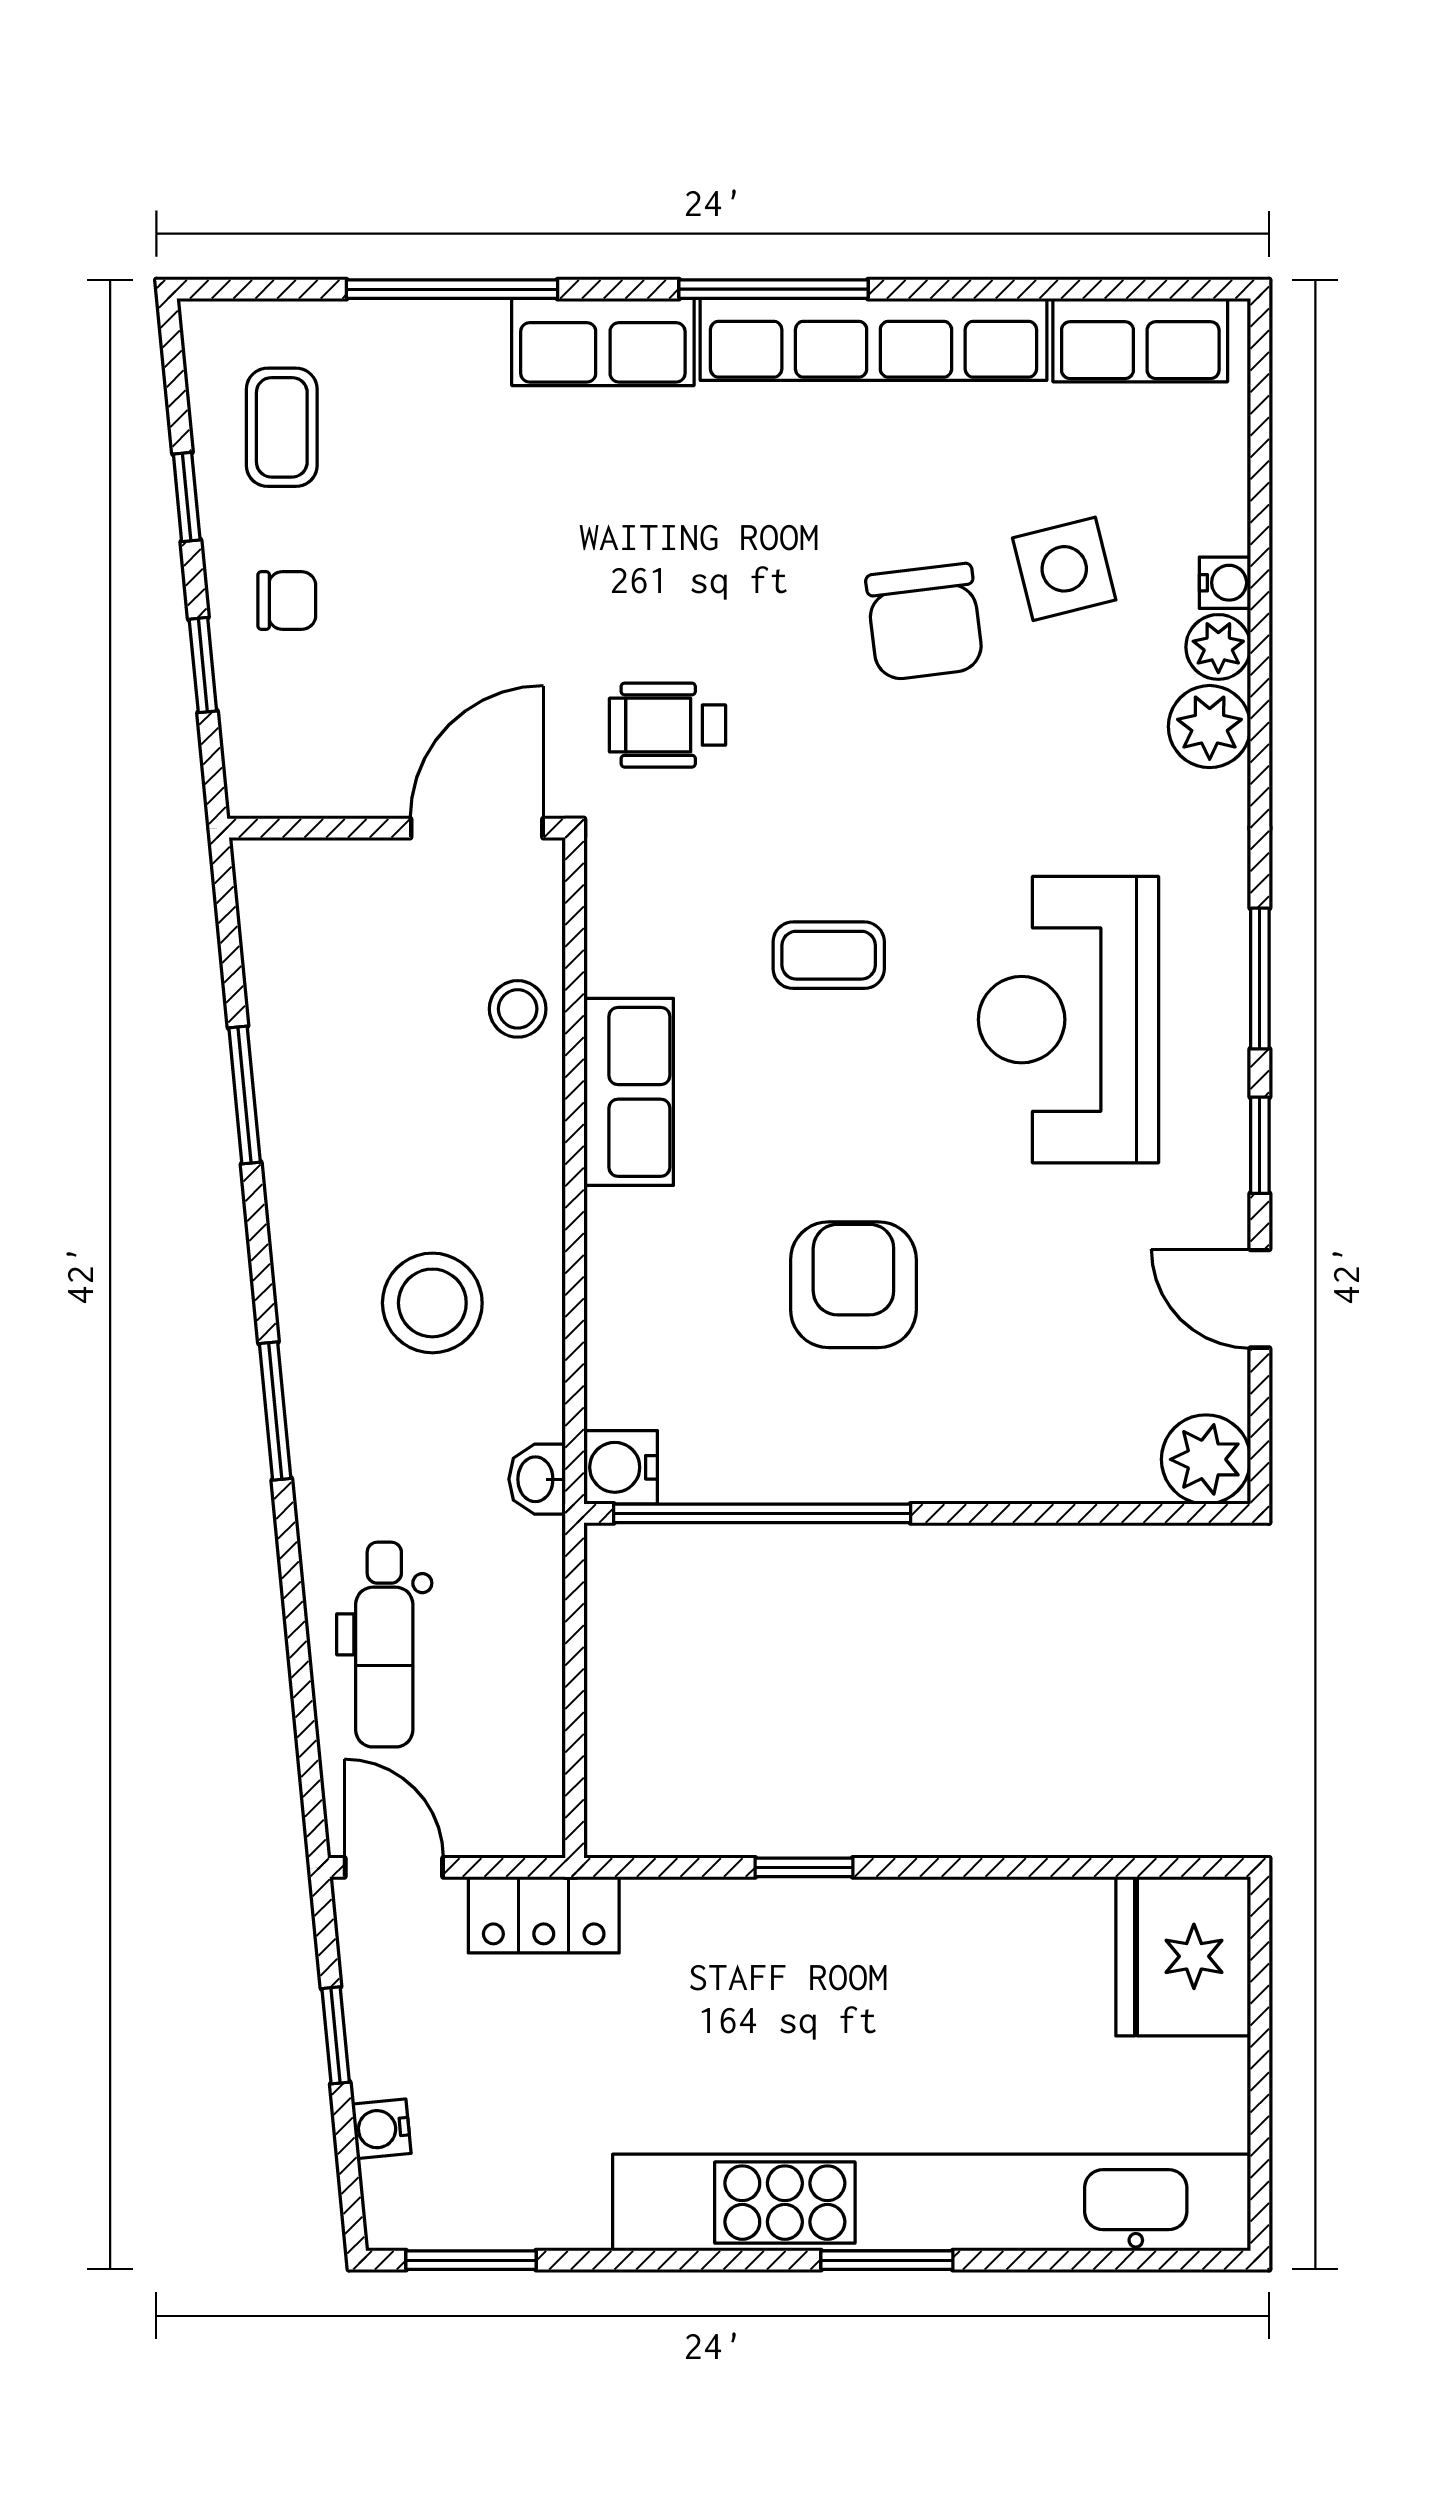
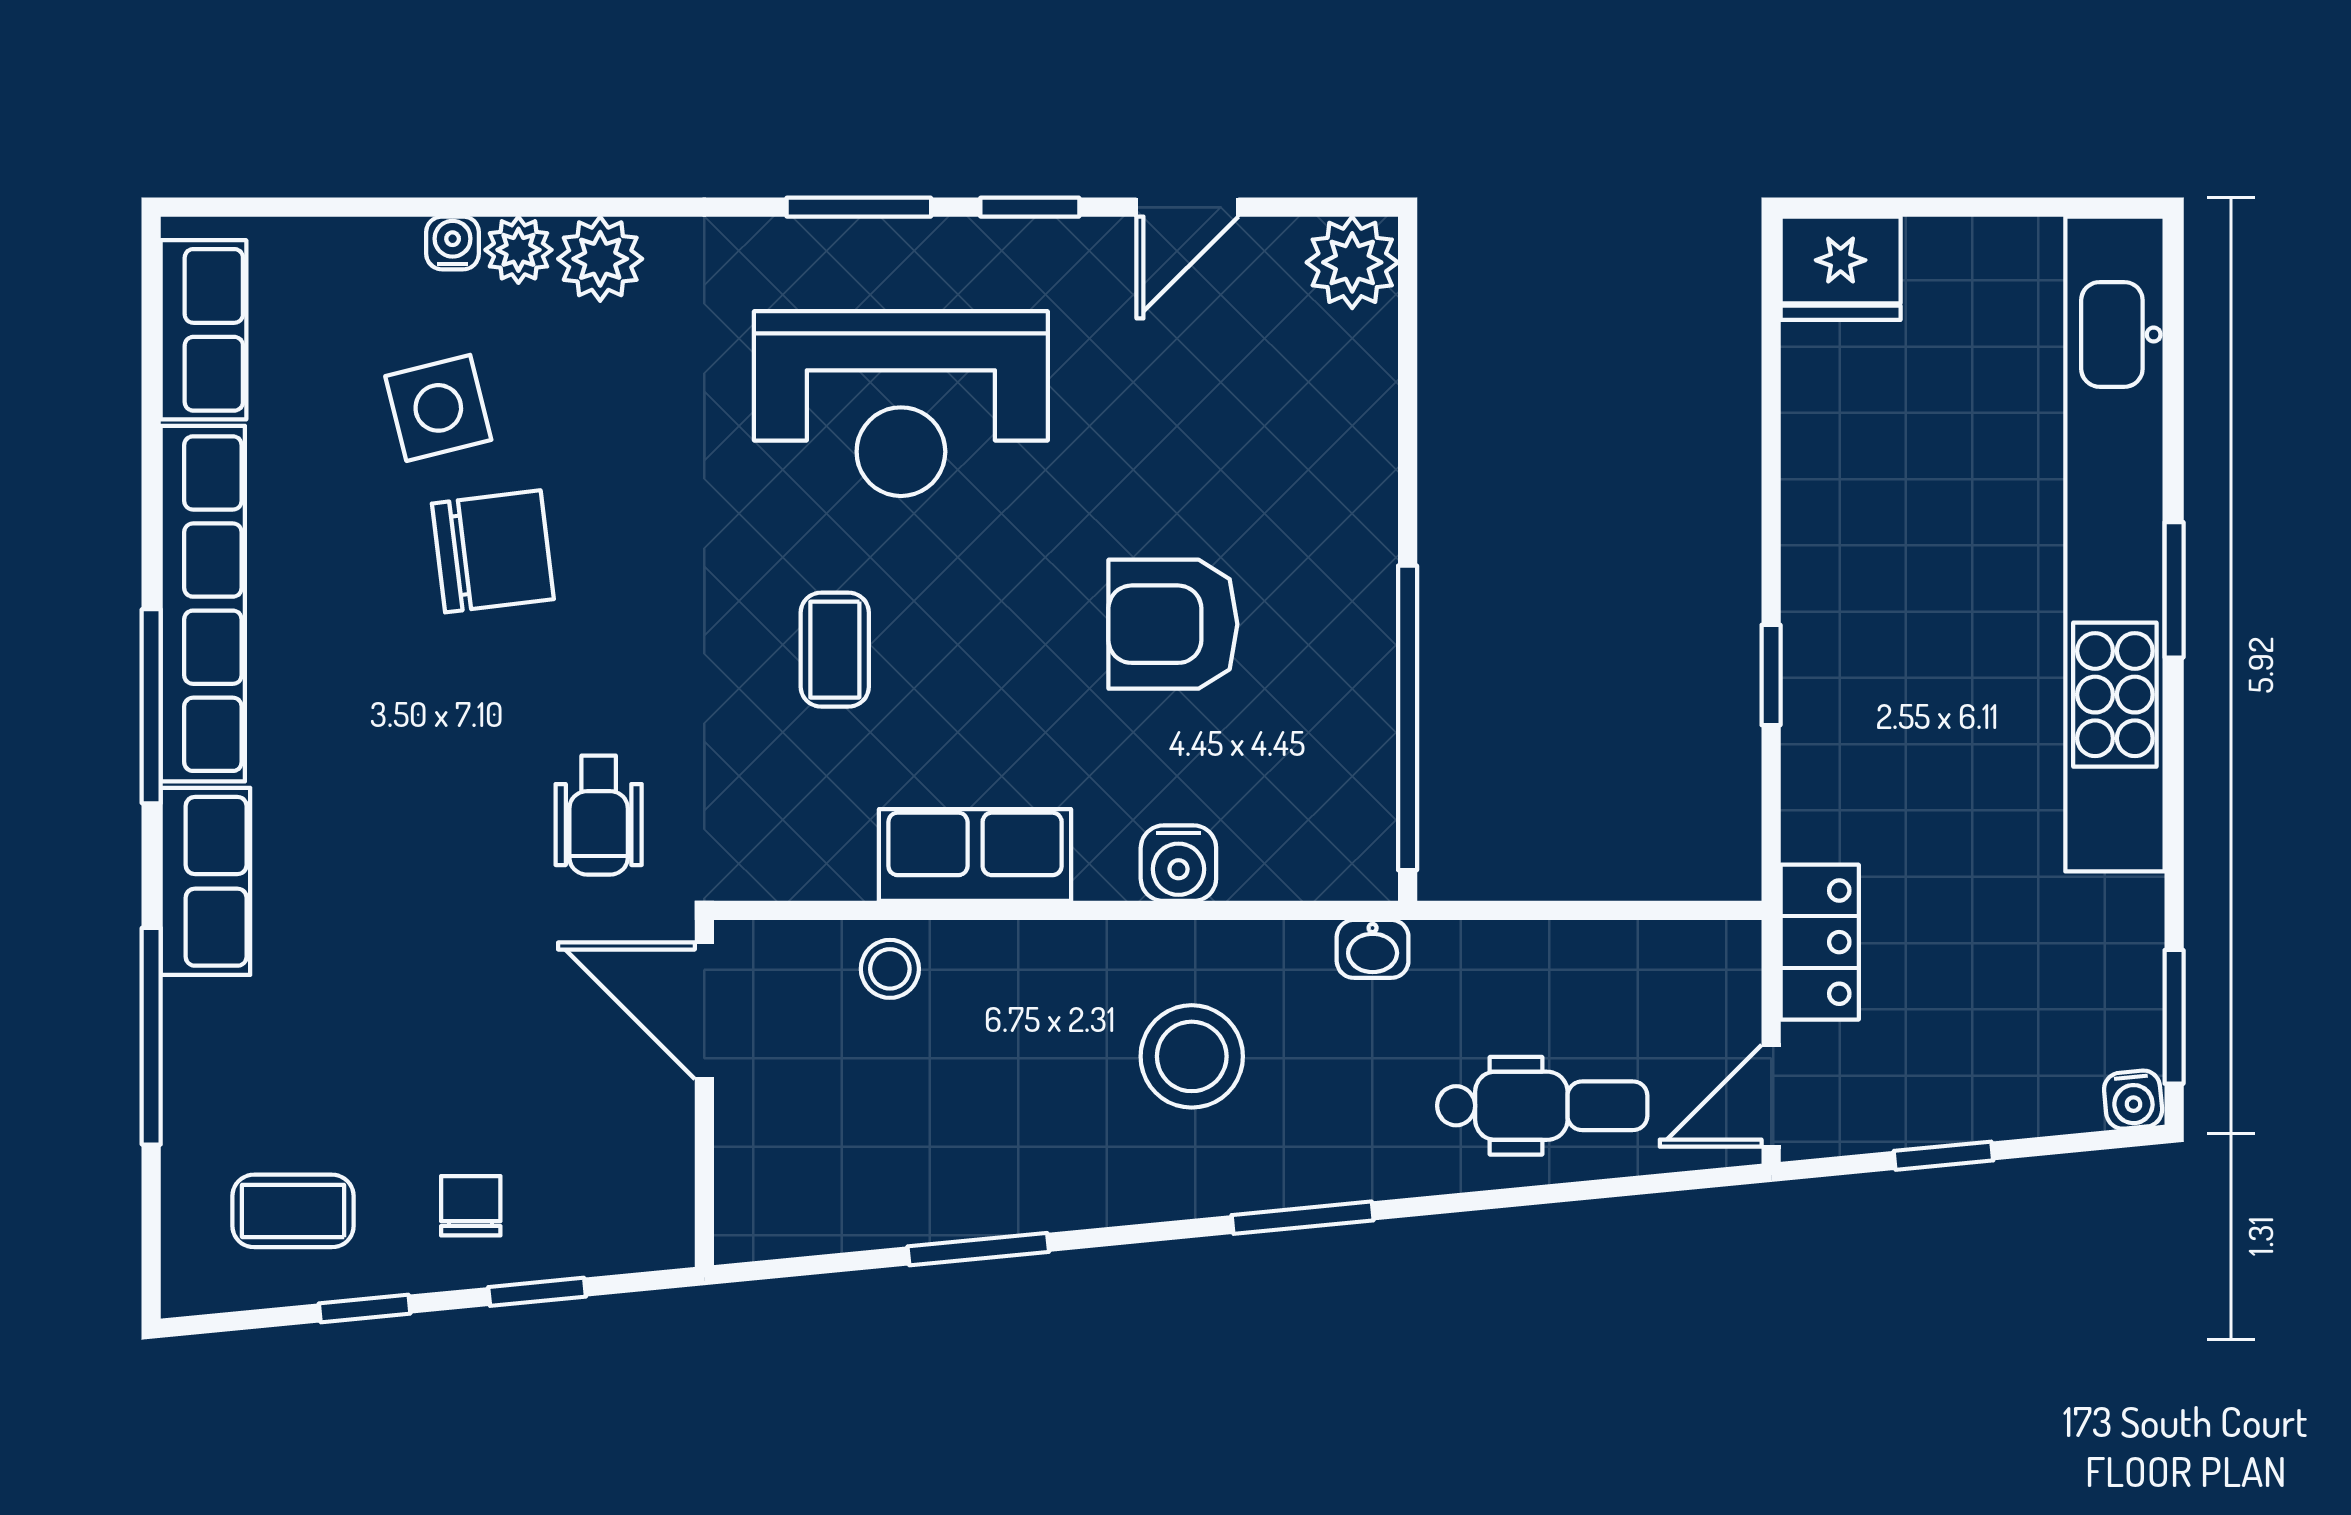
water cooler: (621, 1467) -> (1178, 863), moved
fridge: (1183, 1956) -> (1841, 268), width x0.73, depth x0.75
water cooler: (381, 2129) -> (2133, 1100), moved

